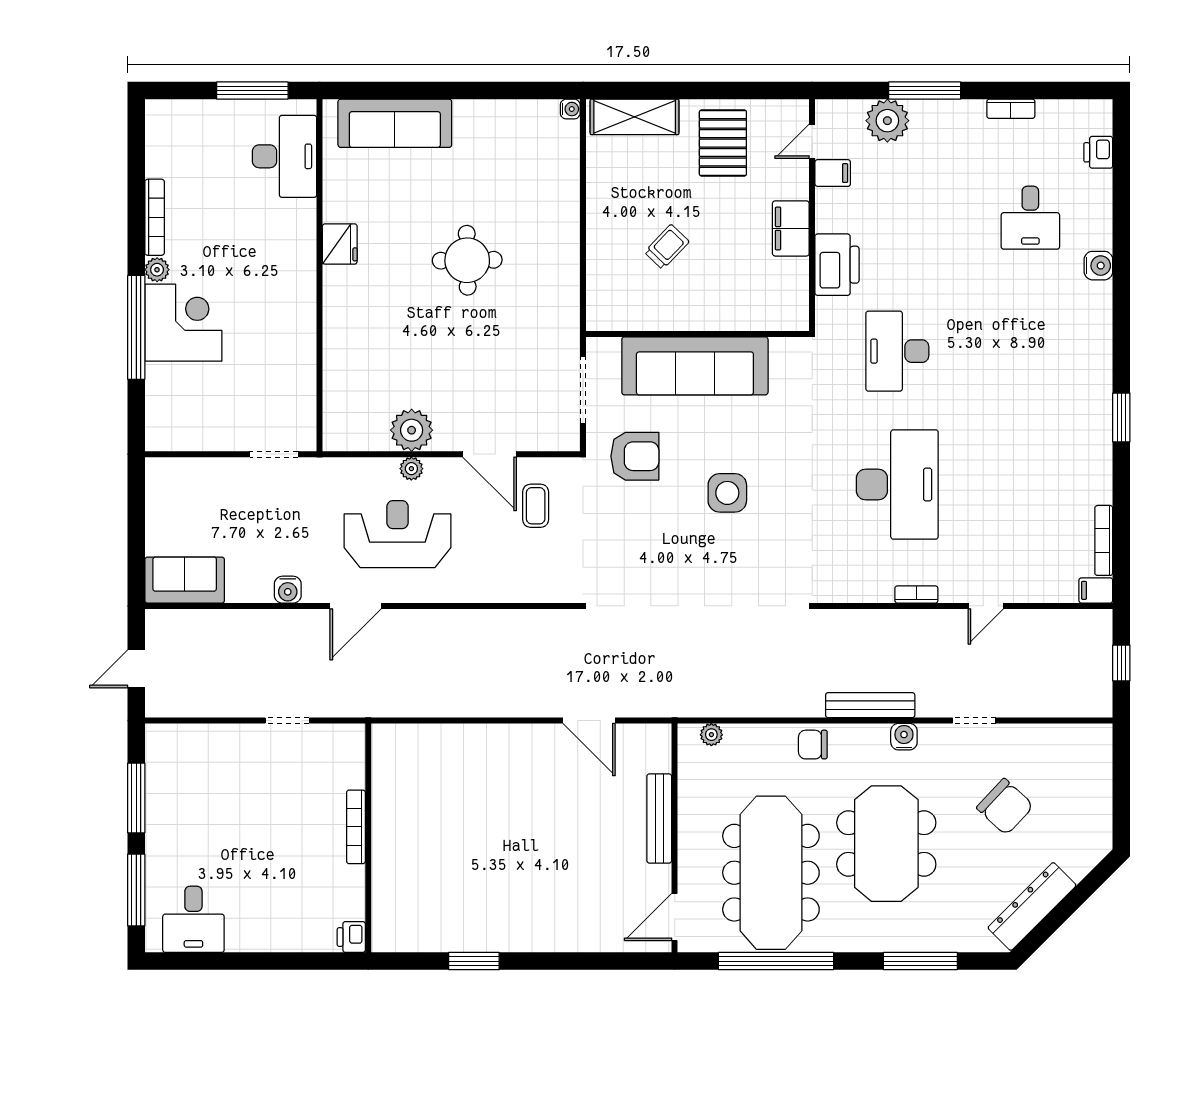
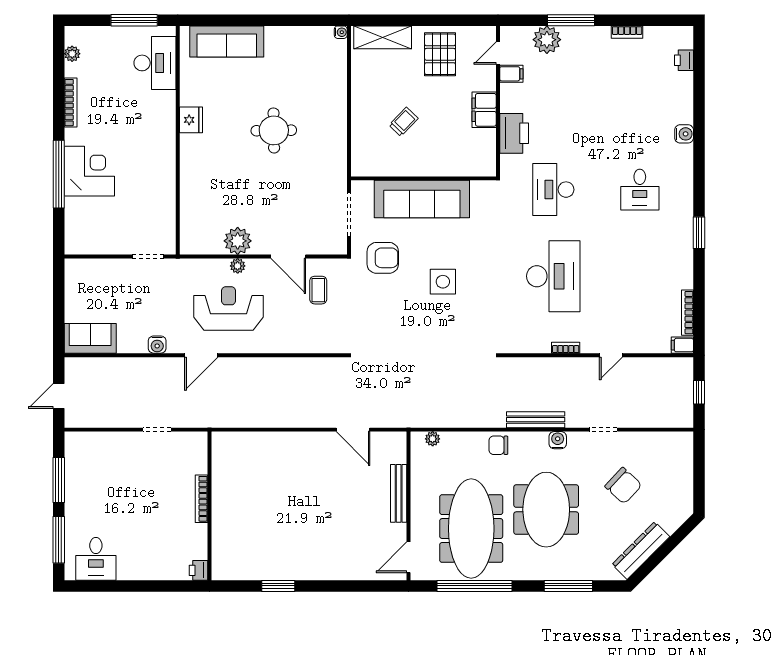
desk: (1030, 218) -> (640, 190), moved
plant: (157, 270) -> (72, 54), moved

